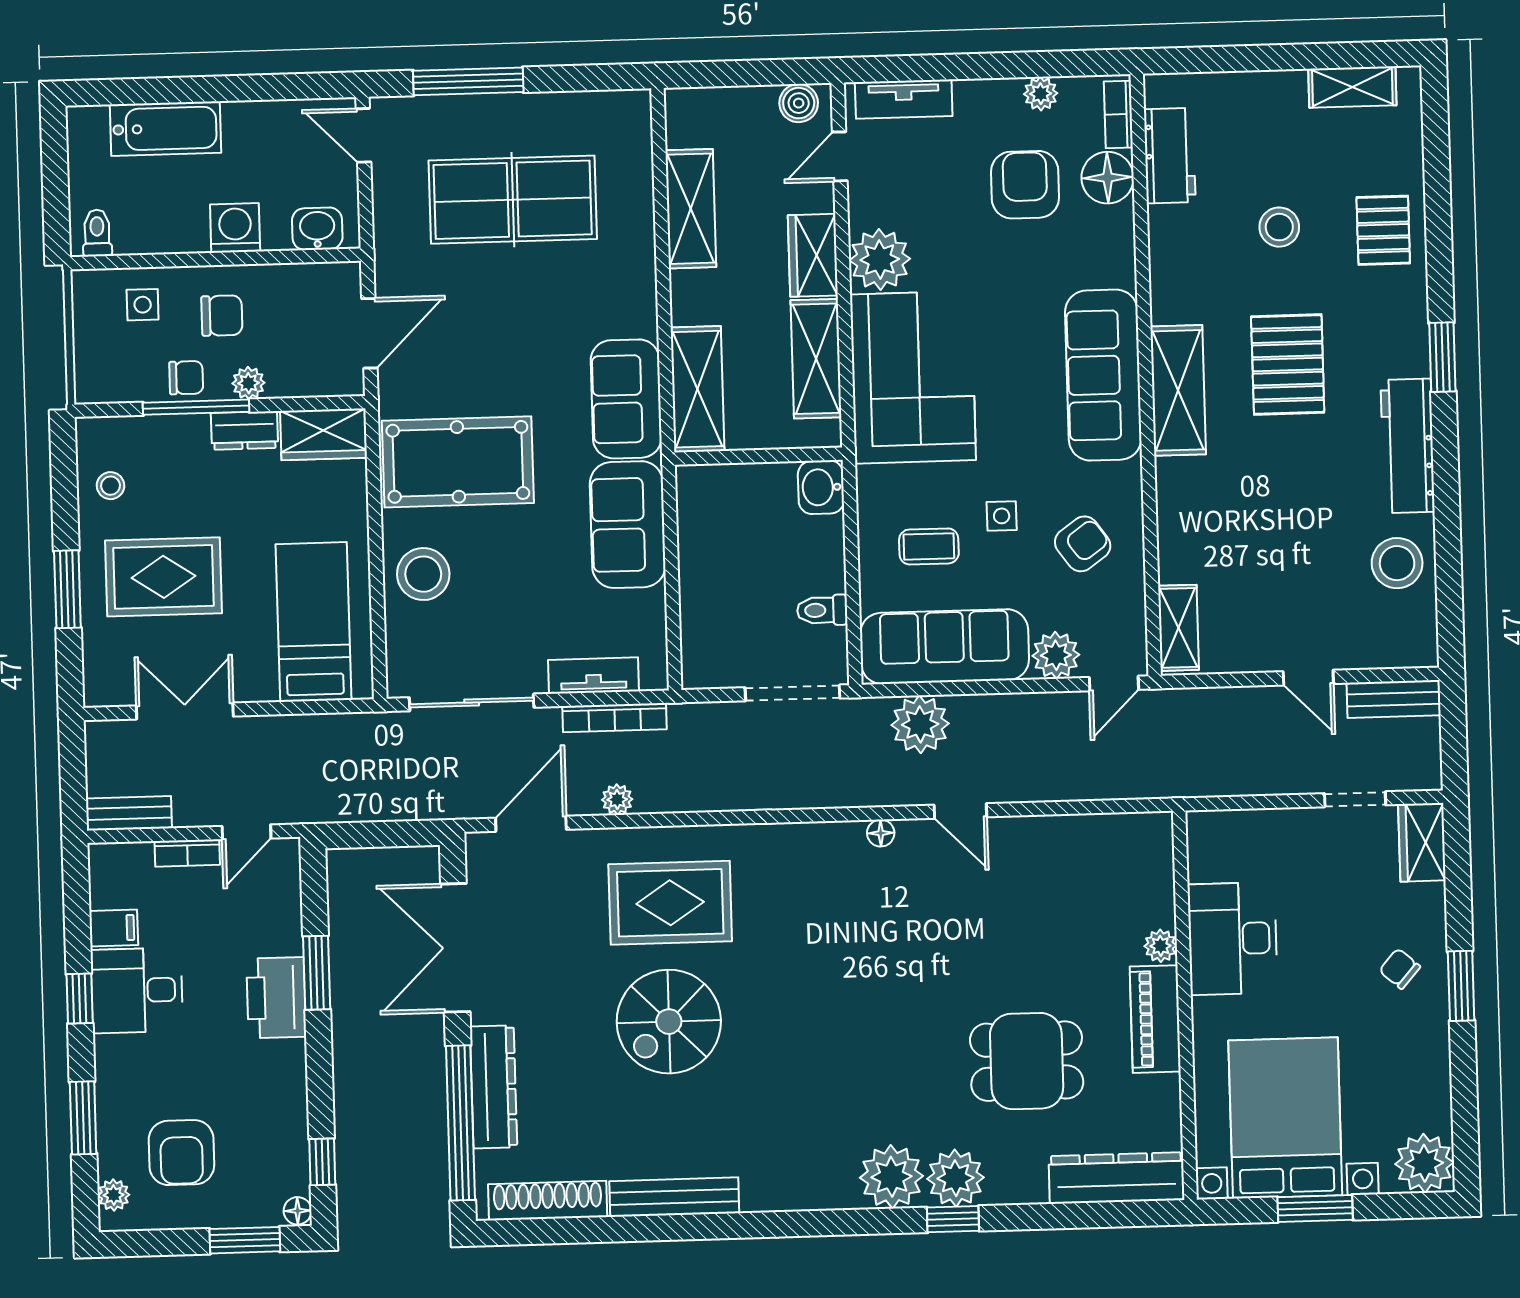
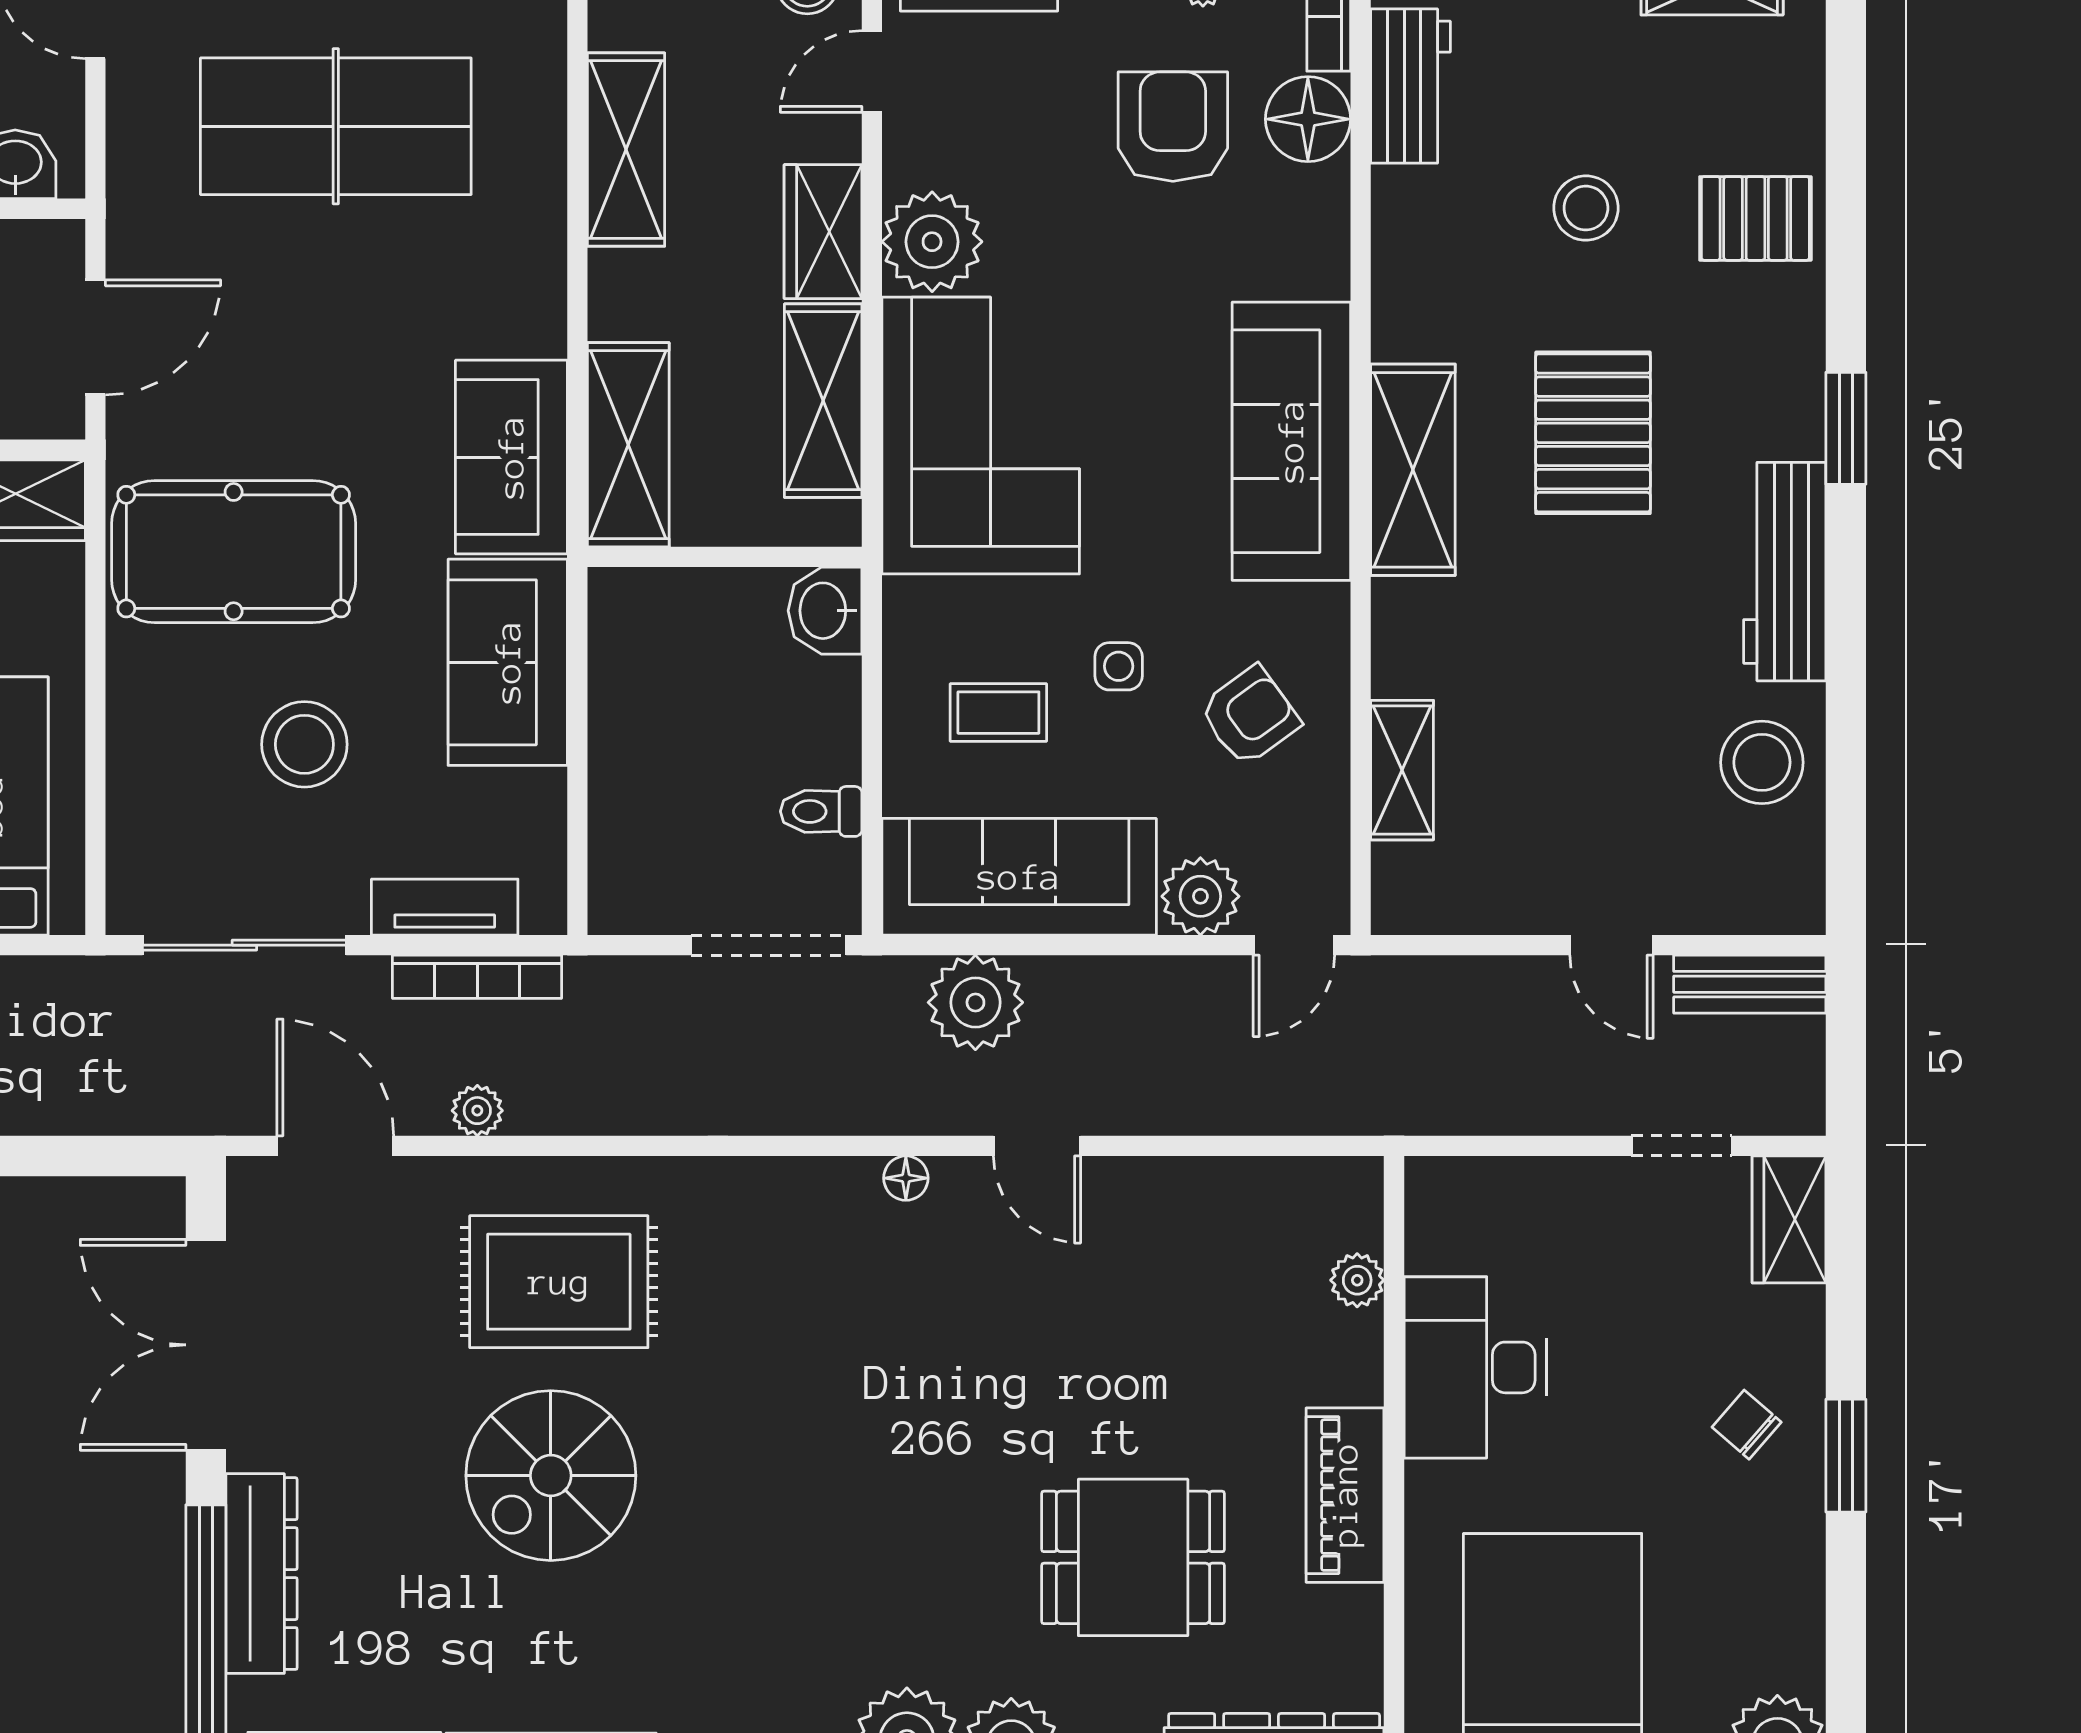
pallet: (1383, 230) -> (1755, 218), turned 90
stool: (423, 574) -> (304, 744), moved
shelving: (1178, 628) -> (1402, 770), moved
door: (531, 824) -> (335, 1146), hinge flipped
plant: (1161, 946) -> (1357, 1280), moved

